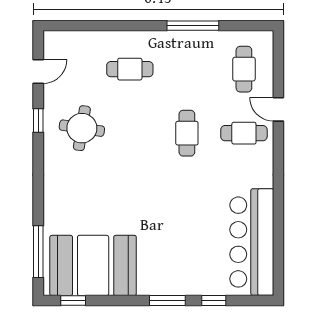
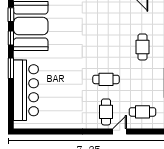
round table: (82, 128) -> (109, 20), removed
bar counter: (252, 242) -> (26, 90), moved, turned 90
window: (214, 301) -> (11, 38), moved

